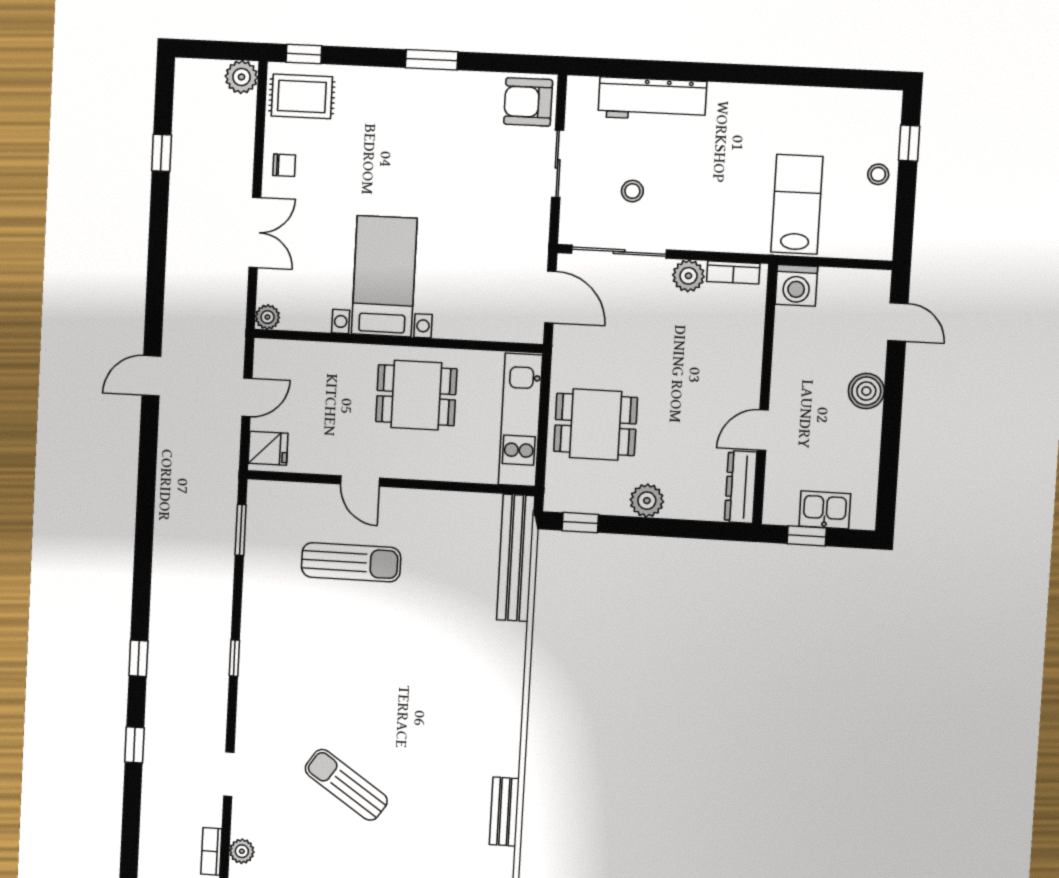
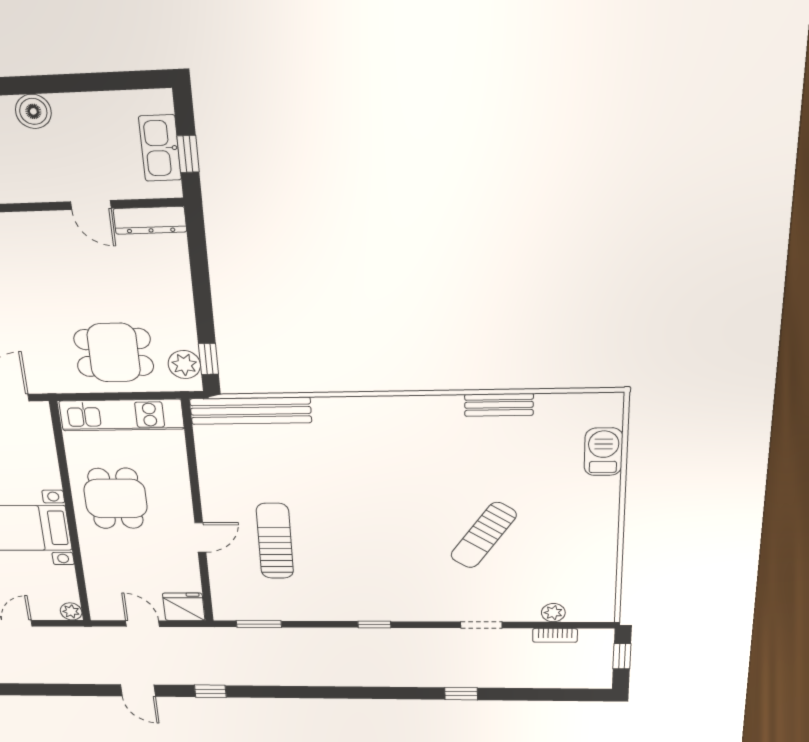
dining table: (596, 424) -> (114, 353), turned 90
fridge: (268, 448) -> (184, 607), width x1.38
plant: (647, 501) -> (184, 365), moved
kitchen sink: (825, 510) -> (160, 148), width x1.38
window: (138, 658) -> (210, 691), moved

